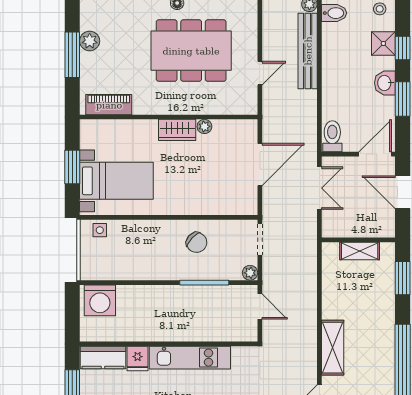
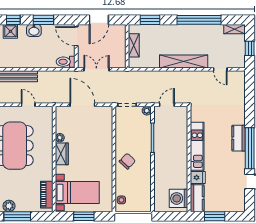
bed with nightstands: (116, 181) -> (77, 193), moved, turned 90
chair: (197, 242) -> (127, 161), moved
washing machine: (100, 300) -> (178, 198), moved, turned 180
shelving: (333, 348) -> (184, 62), width x1.47

